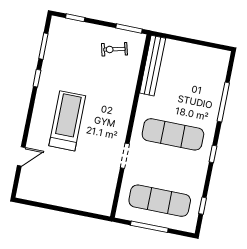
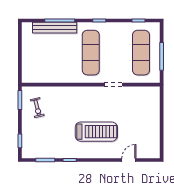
bench: (153, 66) -> (55, 28), moved
treadmill: (67, 121) -> (96, 132), turned 180
door: (21, 156) -> (129, 160), hinge flipped

